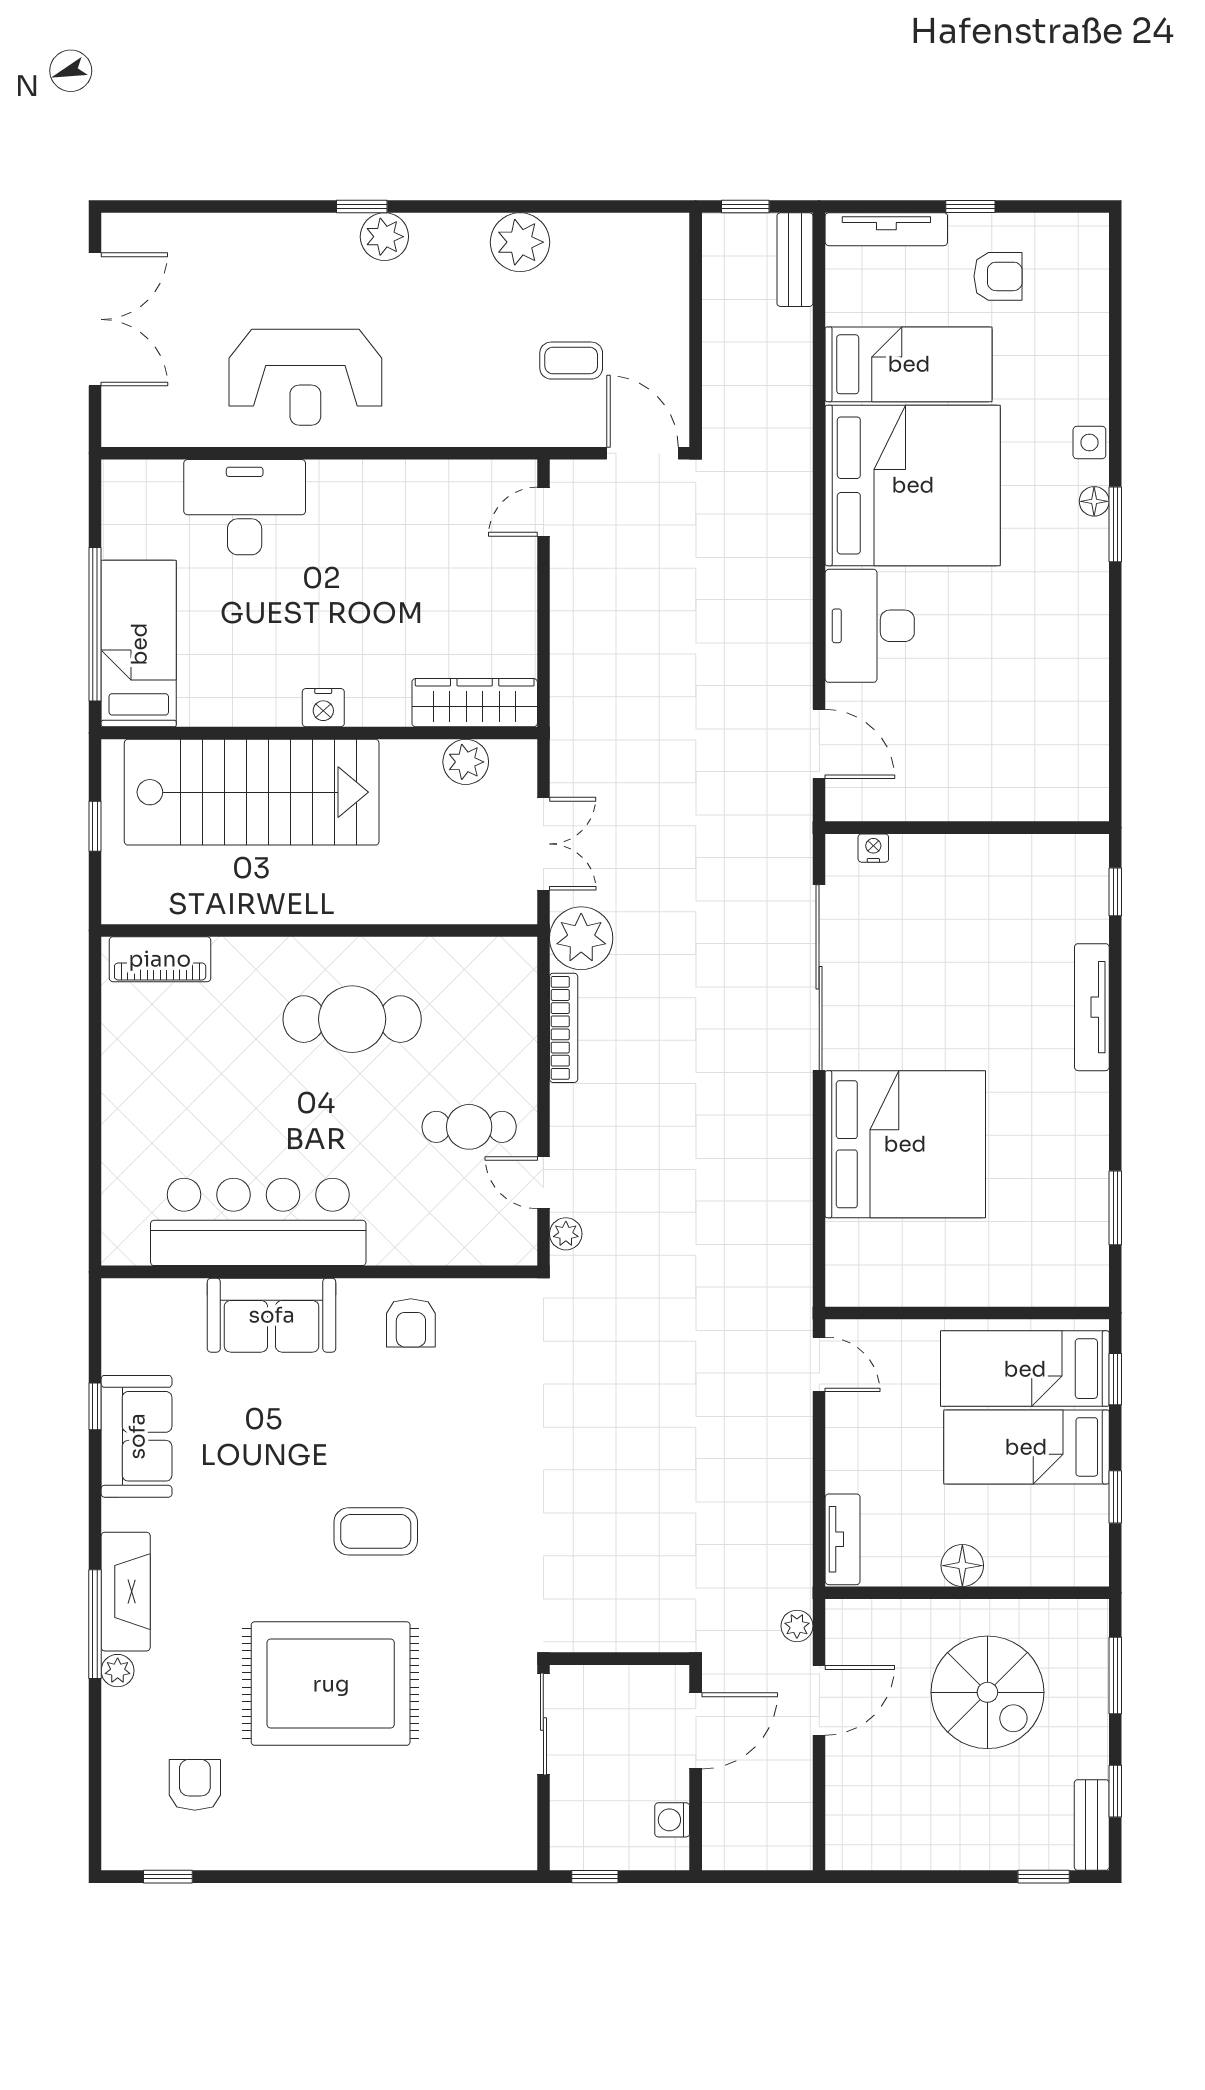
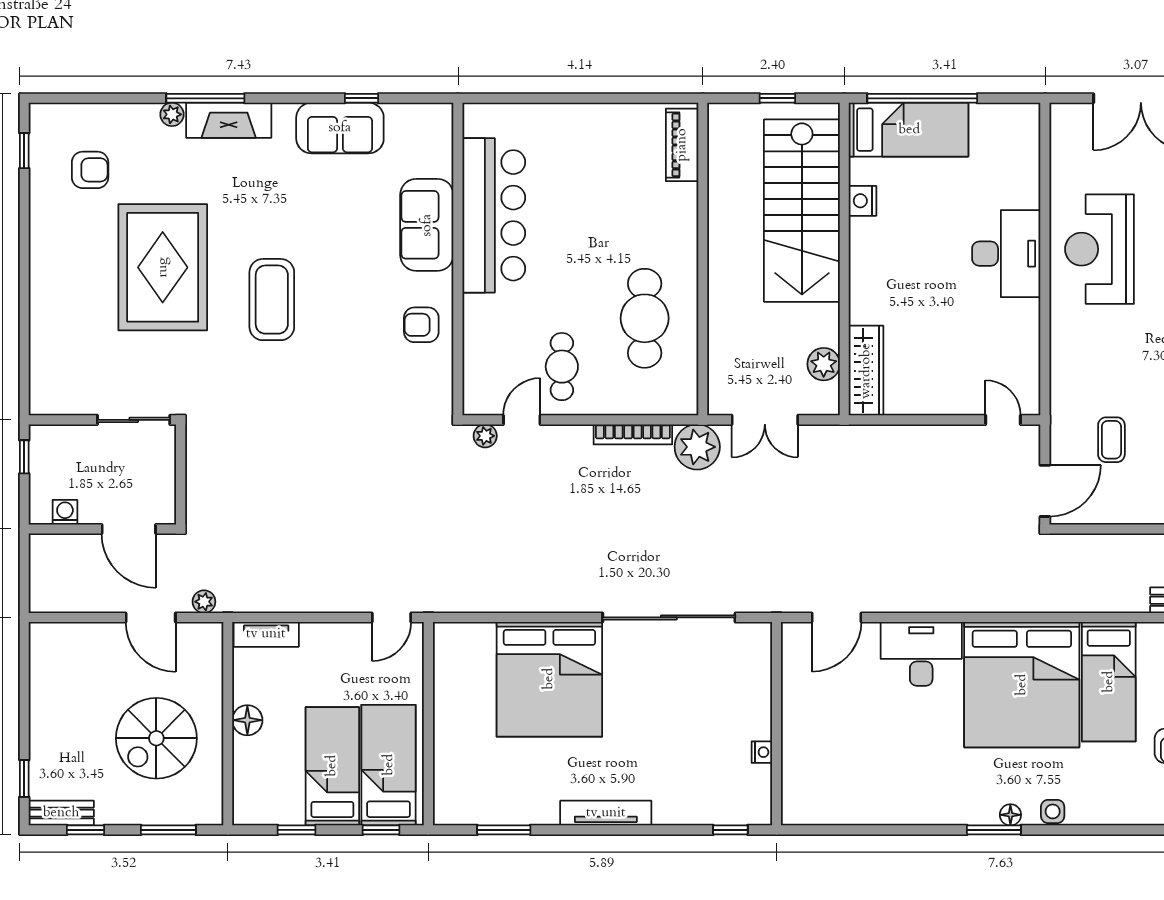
desk: (245, 507) -> (1006, 254), moved
nightstand: (323, 708) -> (863, 201), moved
nightstand: (873, 848) -> (762, 752), moved
tv unit: (1092, 1007) -> (606, 813), moved
cafe table: (352, 1019) -> (645, 318), moved
coffee table: (376, 1531) -> (272, 300), width x1.36, depth x1.32

